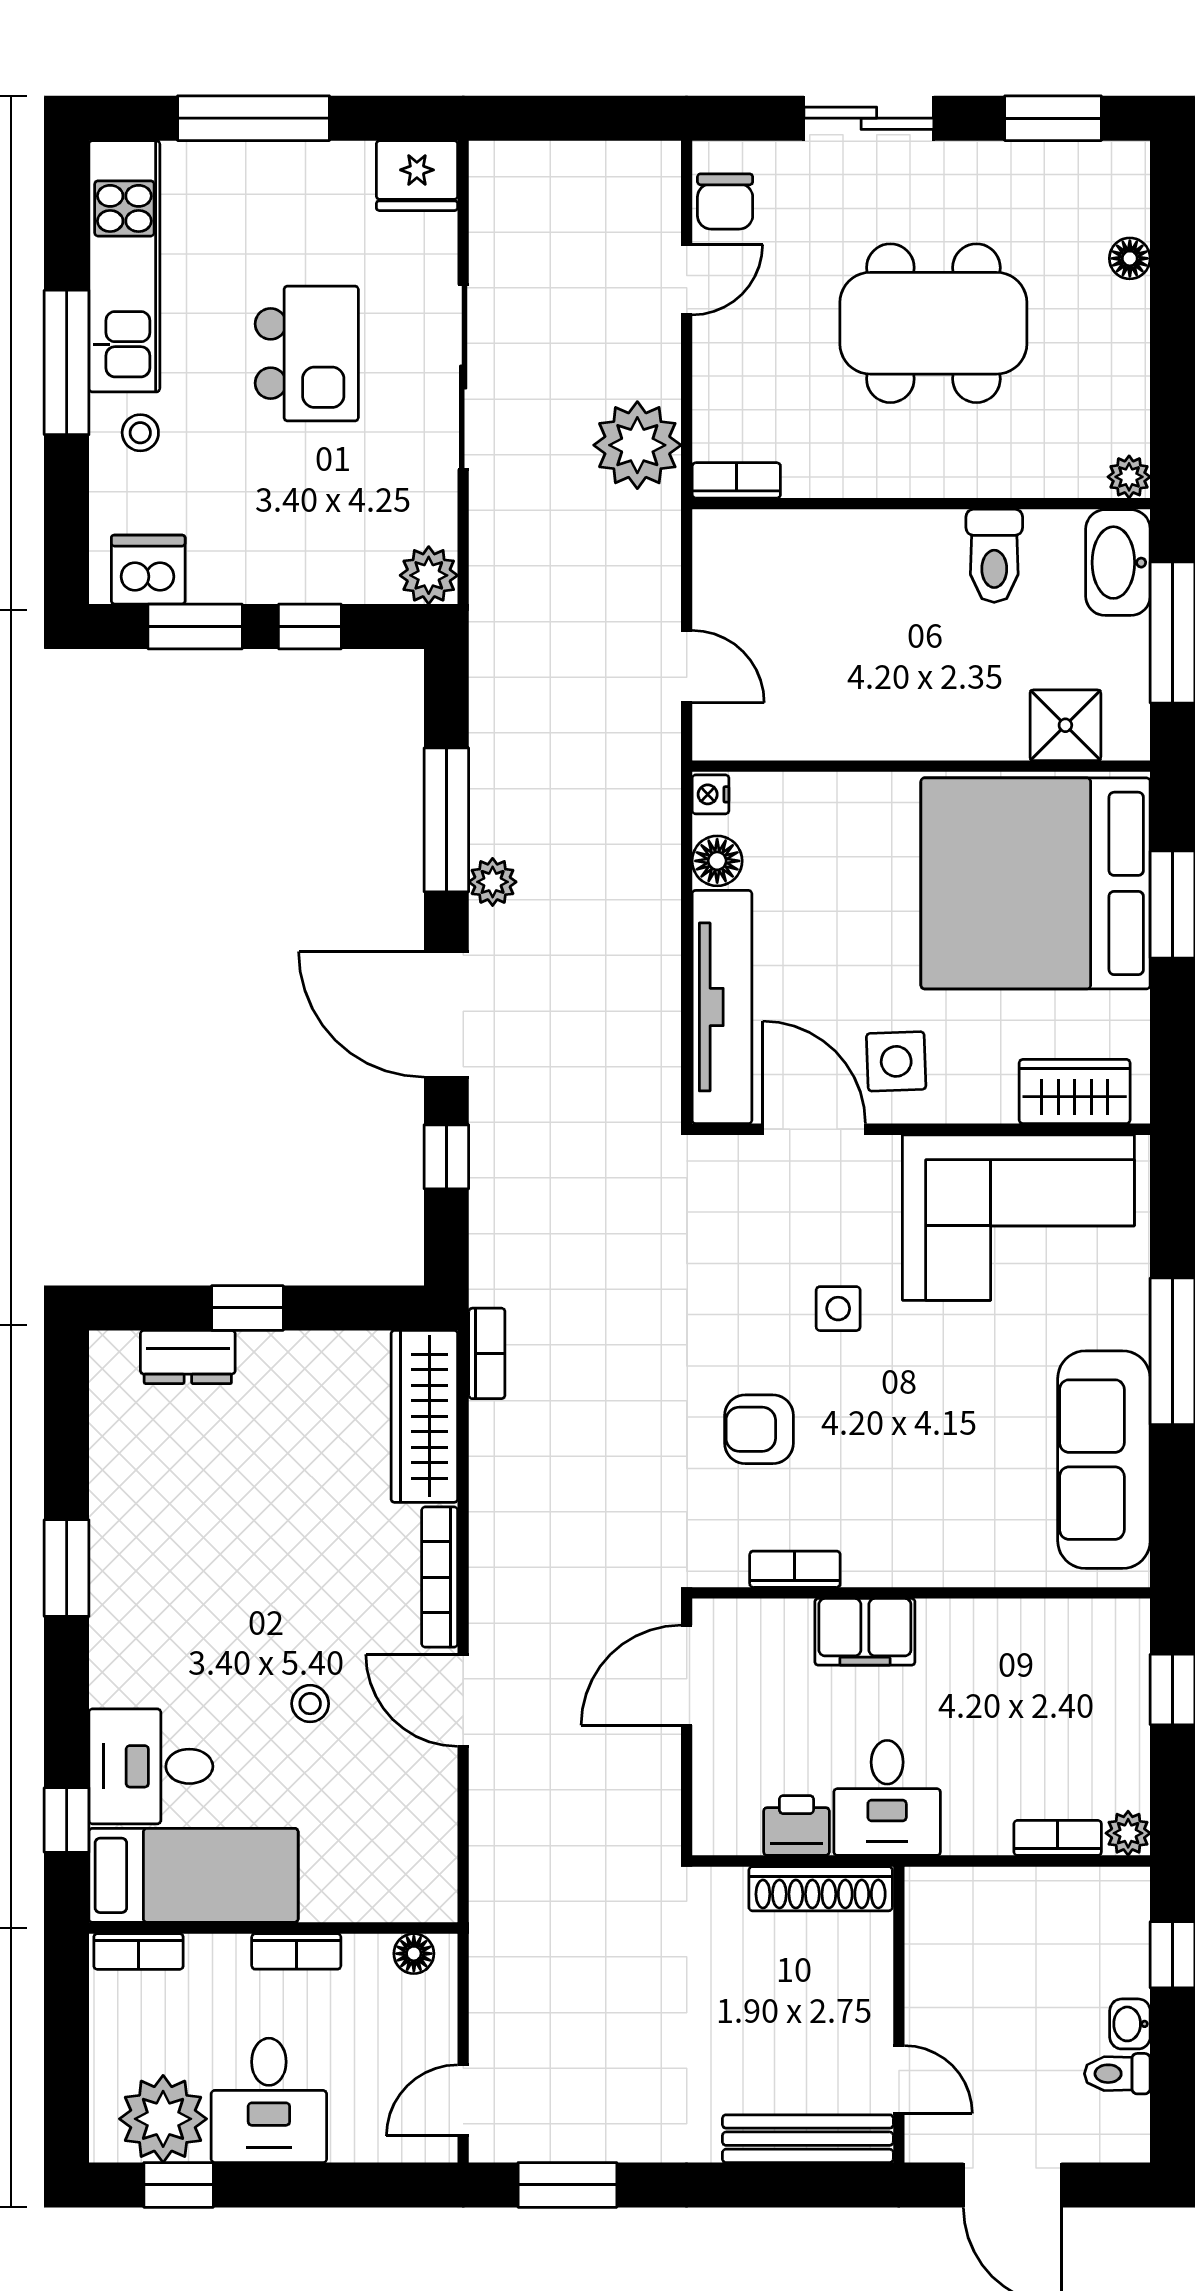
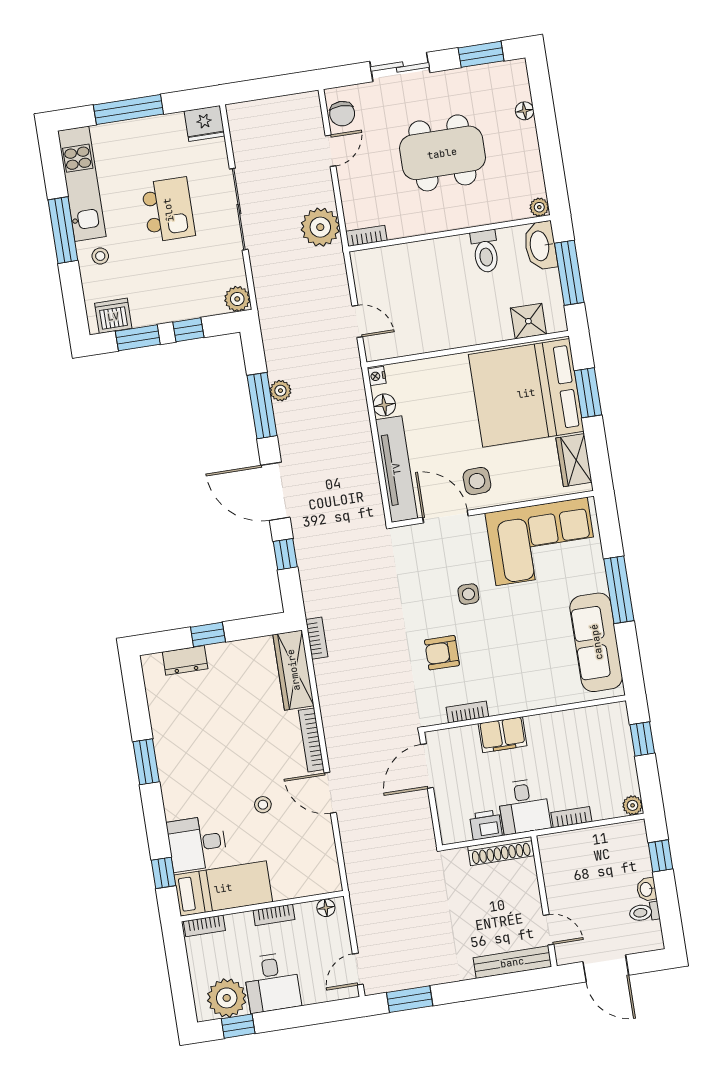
plant: (493, 882) -> (280, 391), moved
wardrobe: (1075, 1092) -> (574, 460), moved, turned -90
bookcase: (1058, 1838) -> (571, 817), moved

